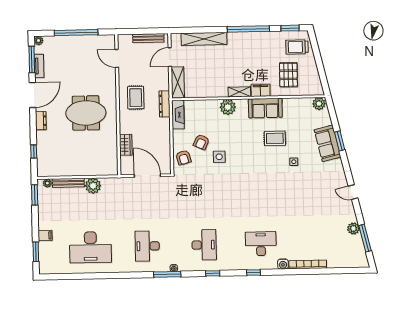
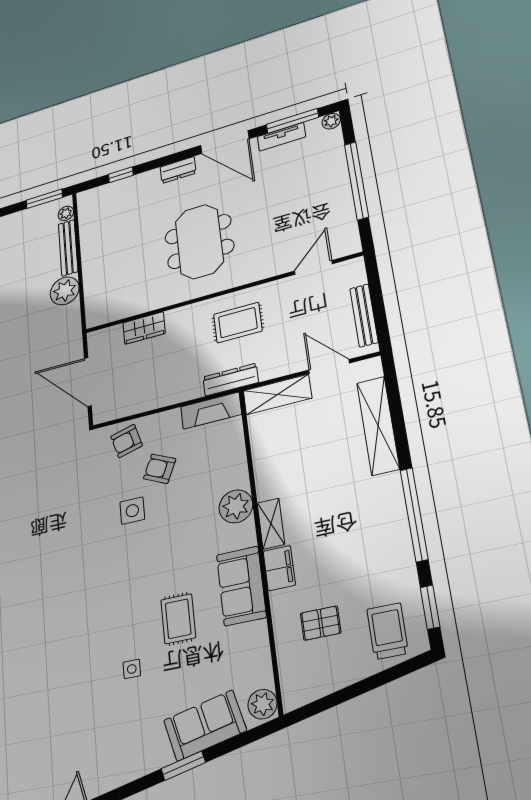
pallet: (288, 75) -> (321, 623), width x0.67, depth x0.71
sofa: (328, 143) -> (205, 725), moved
door: (147, 176) -> (88, 382), swing flipped

